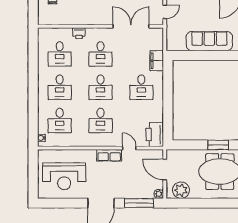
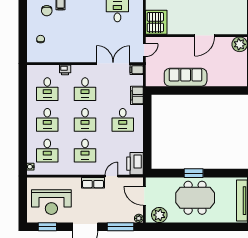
filing cabinet: (156, 33) -> (137, 70), added
door: (129, 148) -> (112, 176), hinge flipped
window: (60, 203) -> (47, 227), added

